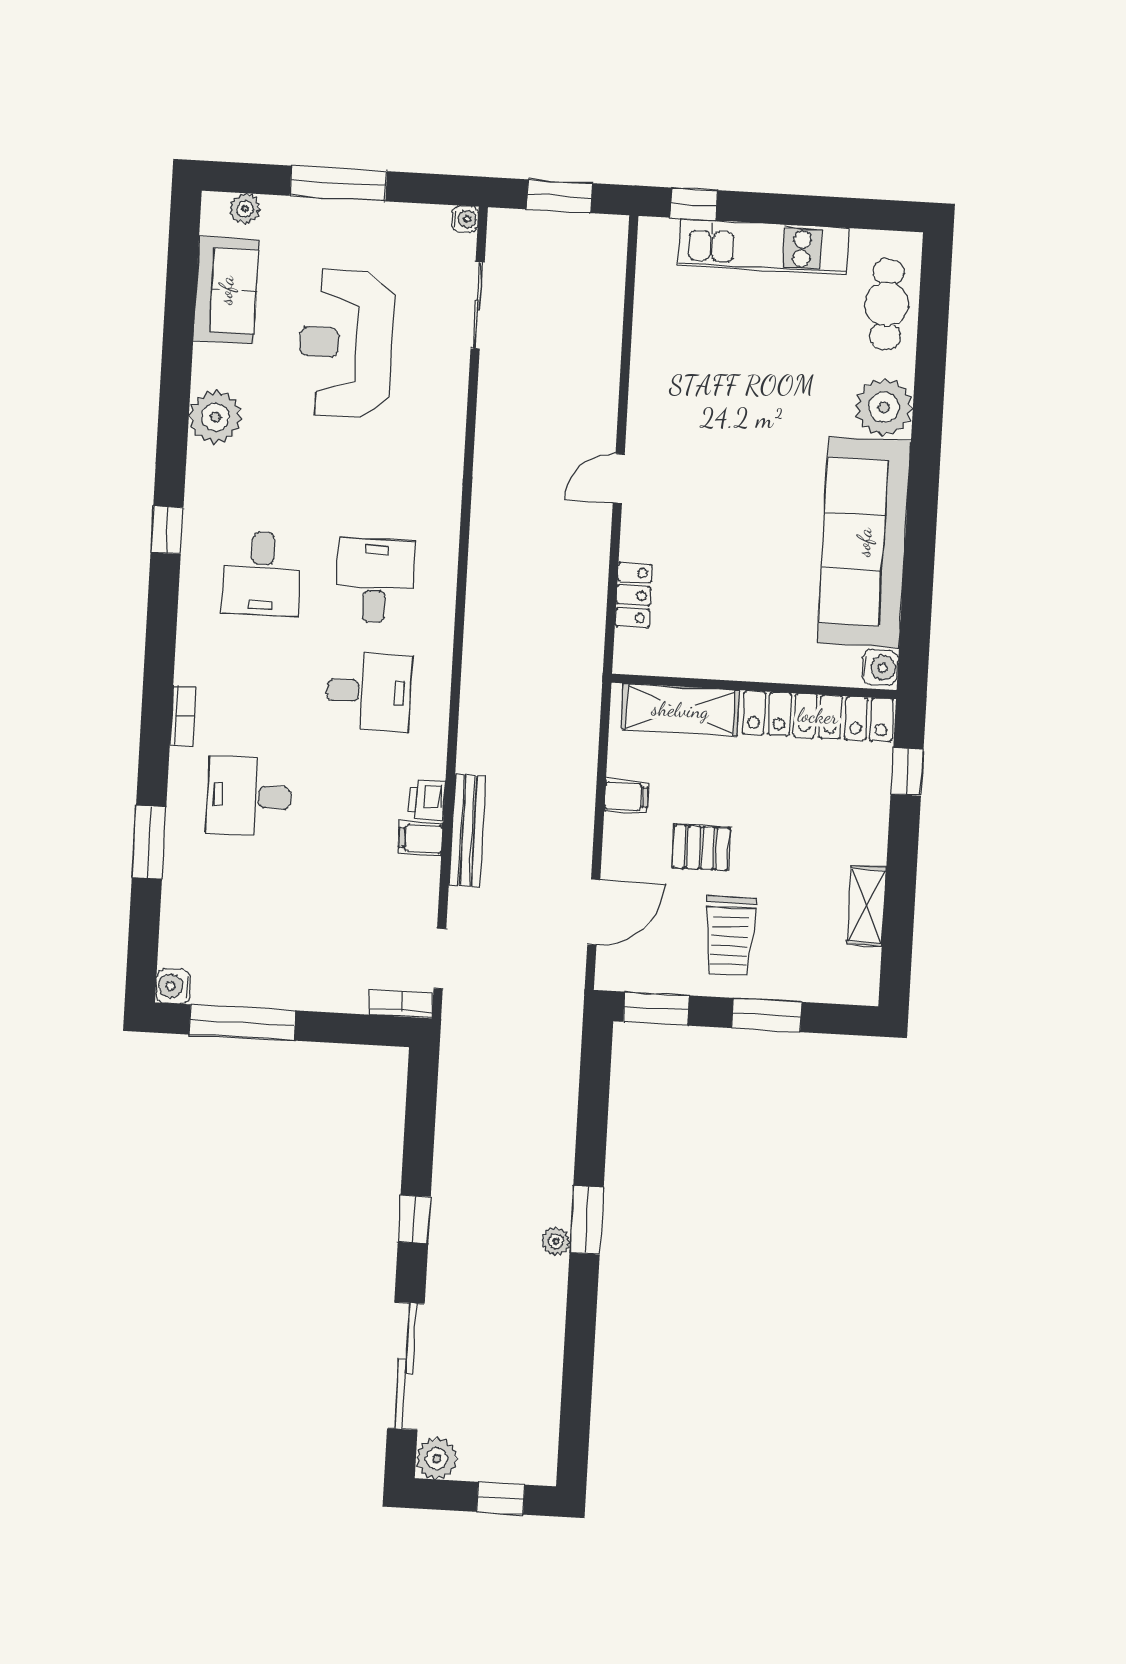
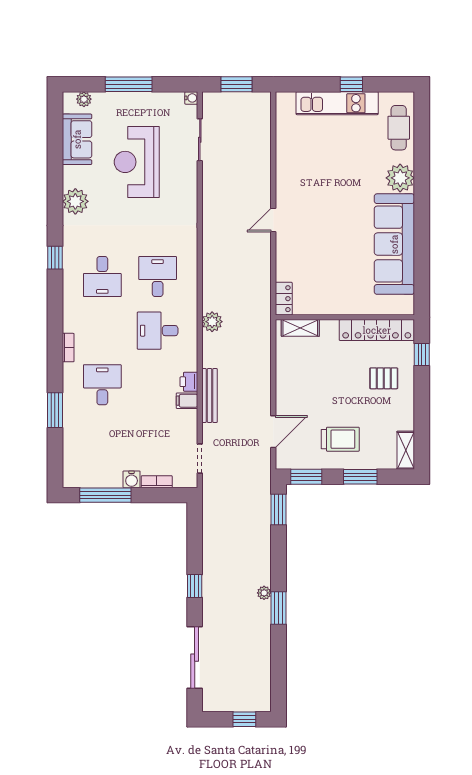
window: (694, 204) -> (351, 84), moved
locker: (634, 595) -> (284, 299), moved
water cooler: (880, 668) -> (406, 305), removed
desk: (369, 692) -> (158, 331), turned 180
shelving: (680, 710) -> (300, 328), width x0.67, depth x0.75
desk: (249, 796) -> (102, 385), turned 90
filing cabinet: (626, 796) -> (286, 374), removed
pallet: (701, 848) -> (384, 378), moved
shelving: (866, 906) -> (406, 450), moved
trolley: (730, 936) -> (340, 439), turned -90
water cooler: (173, 986) -> (132, 479), moved, turned -90
bookcase: (401, 1004) -> (157, 482), moved
window: (595, 1072) -> (278, 510), added
window: (587, 1220) -> (278, 608), moved
plant: (437, 1459) -> (212, 322), moved

